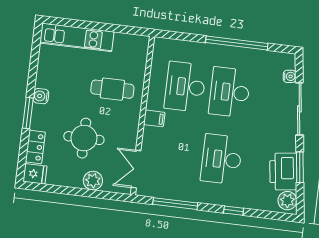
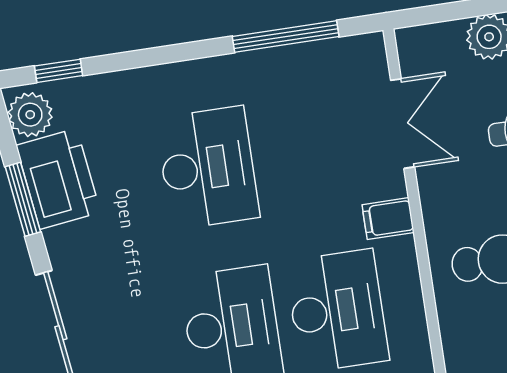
double door: (136, 169) -> (403, 124), moved
window: (234, 211) -> (59, 71), moved

